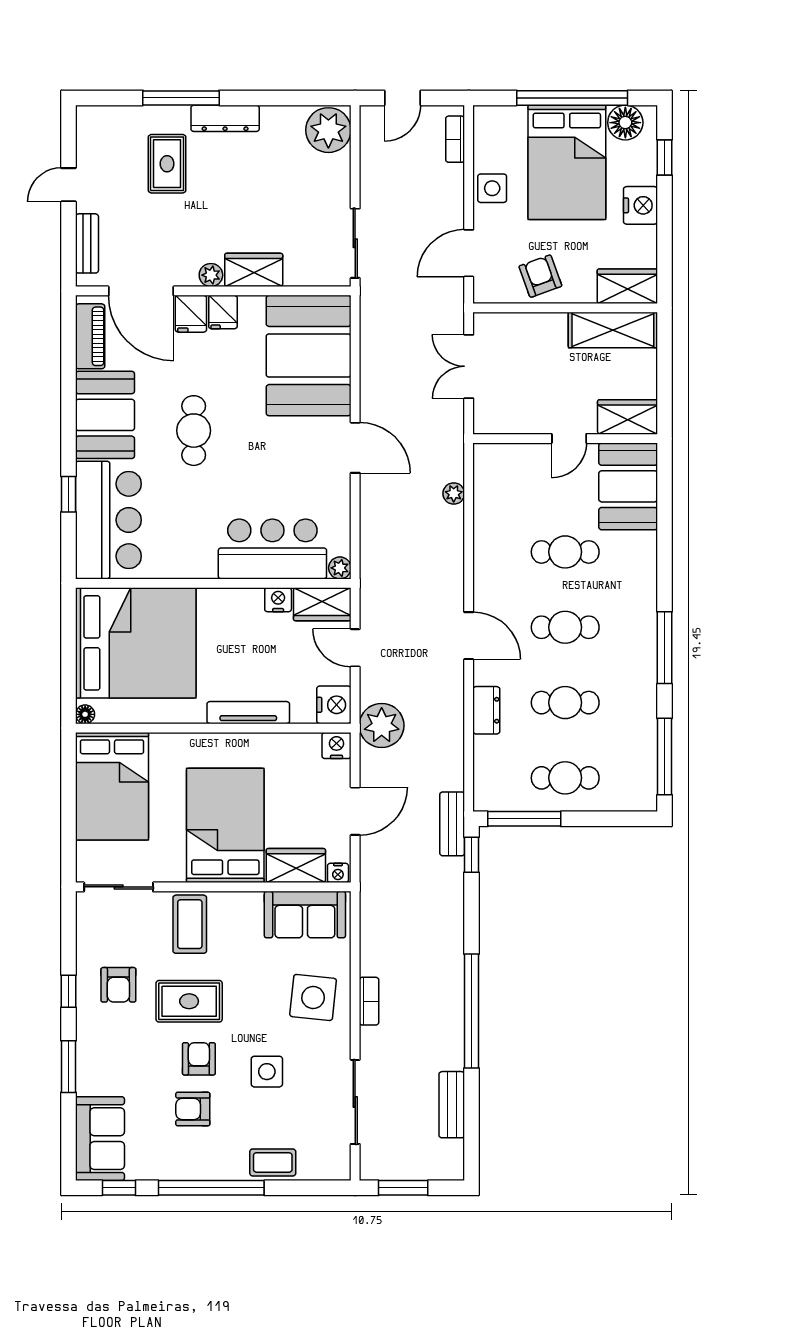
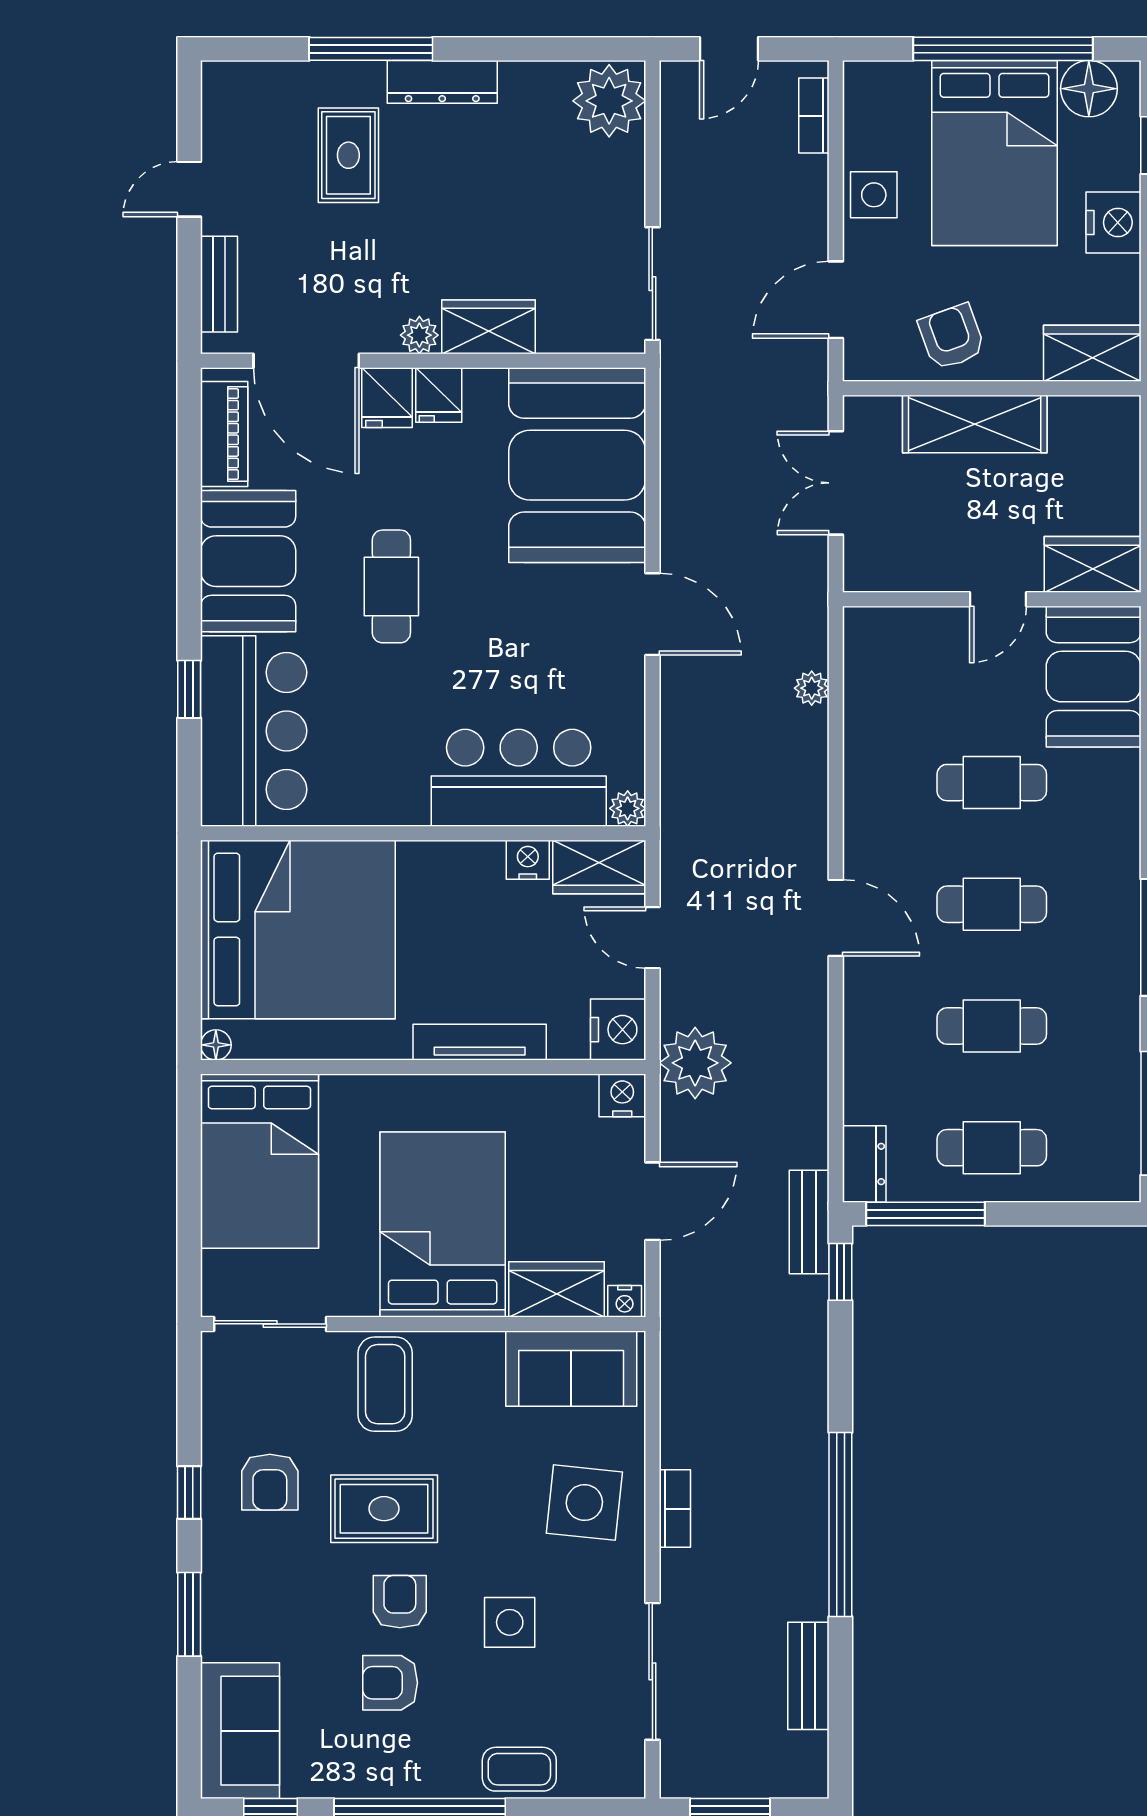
shelving: (613, 330) -> (975, 424), moved
dresser: (486, 710) -> (864, 1164), moved

